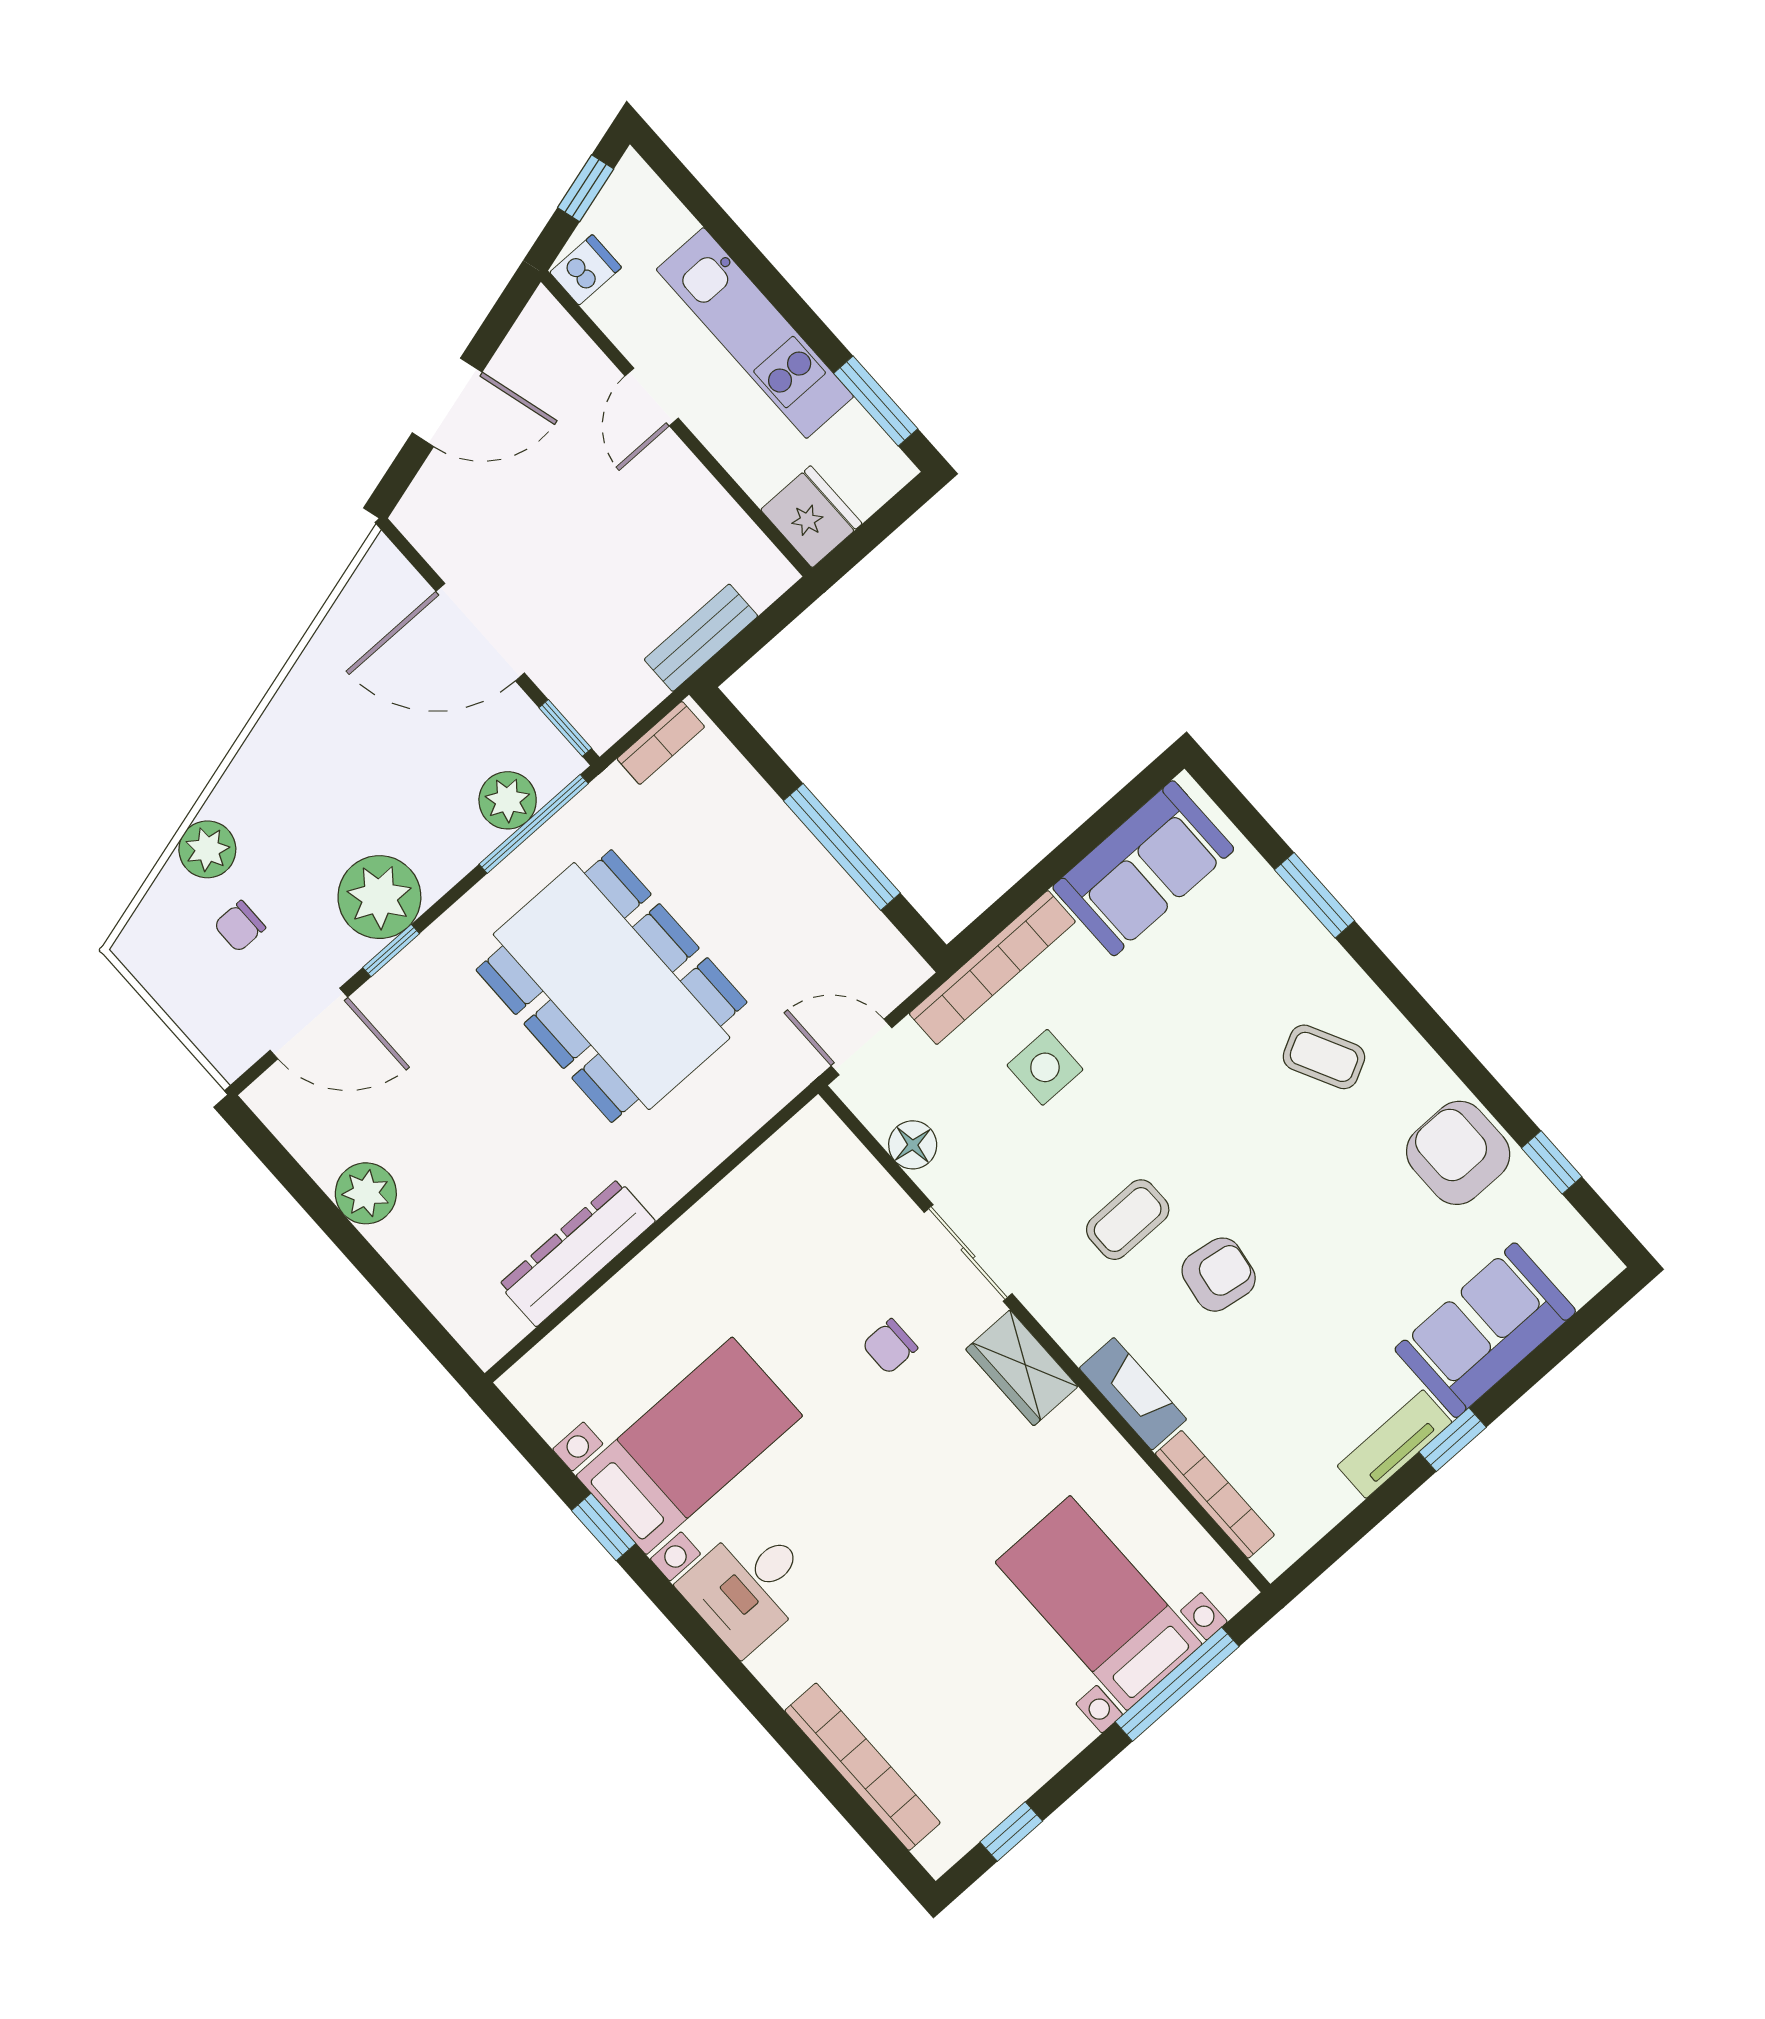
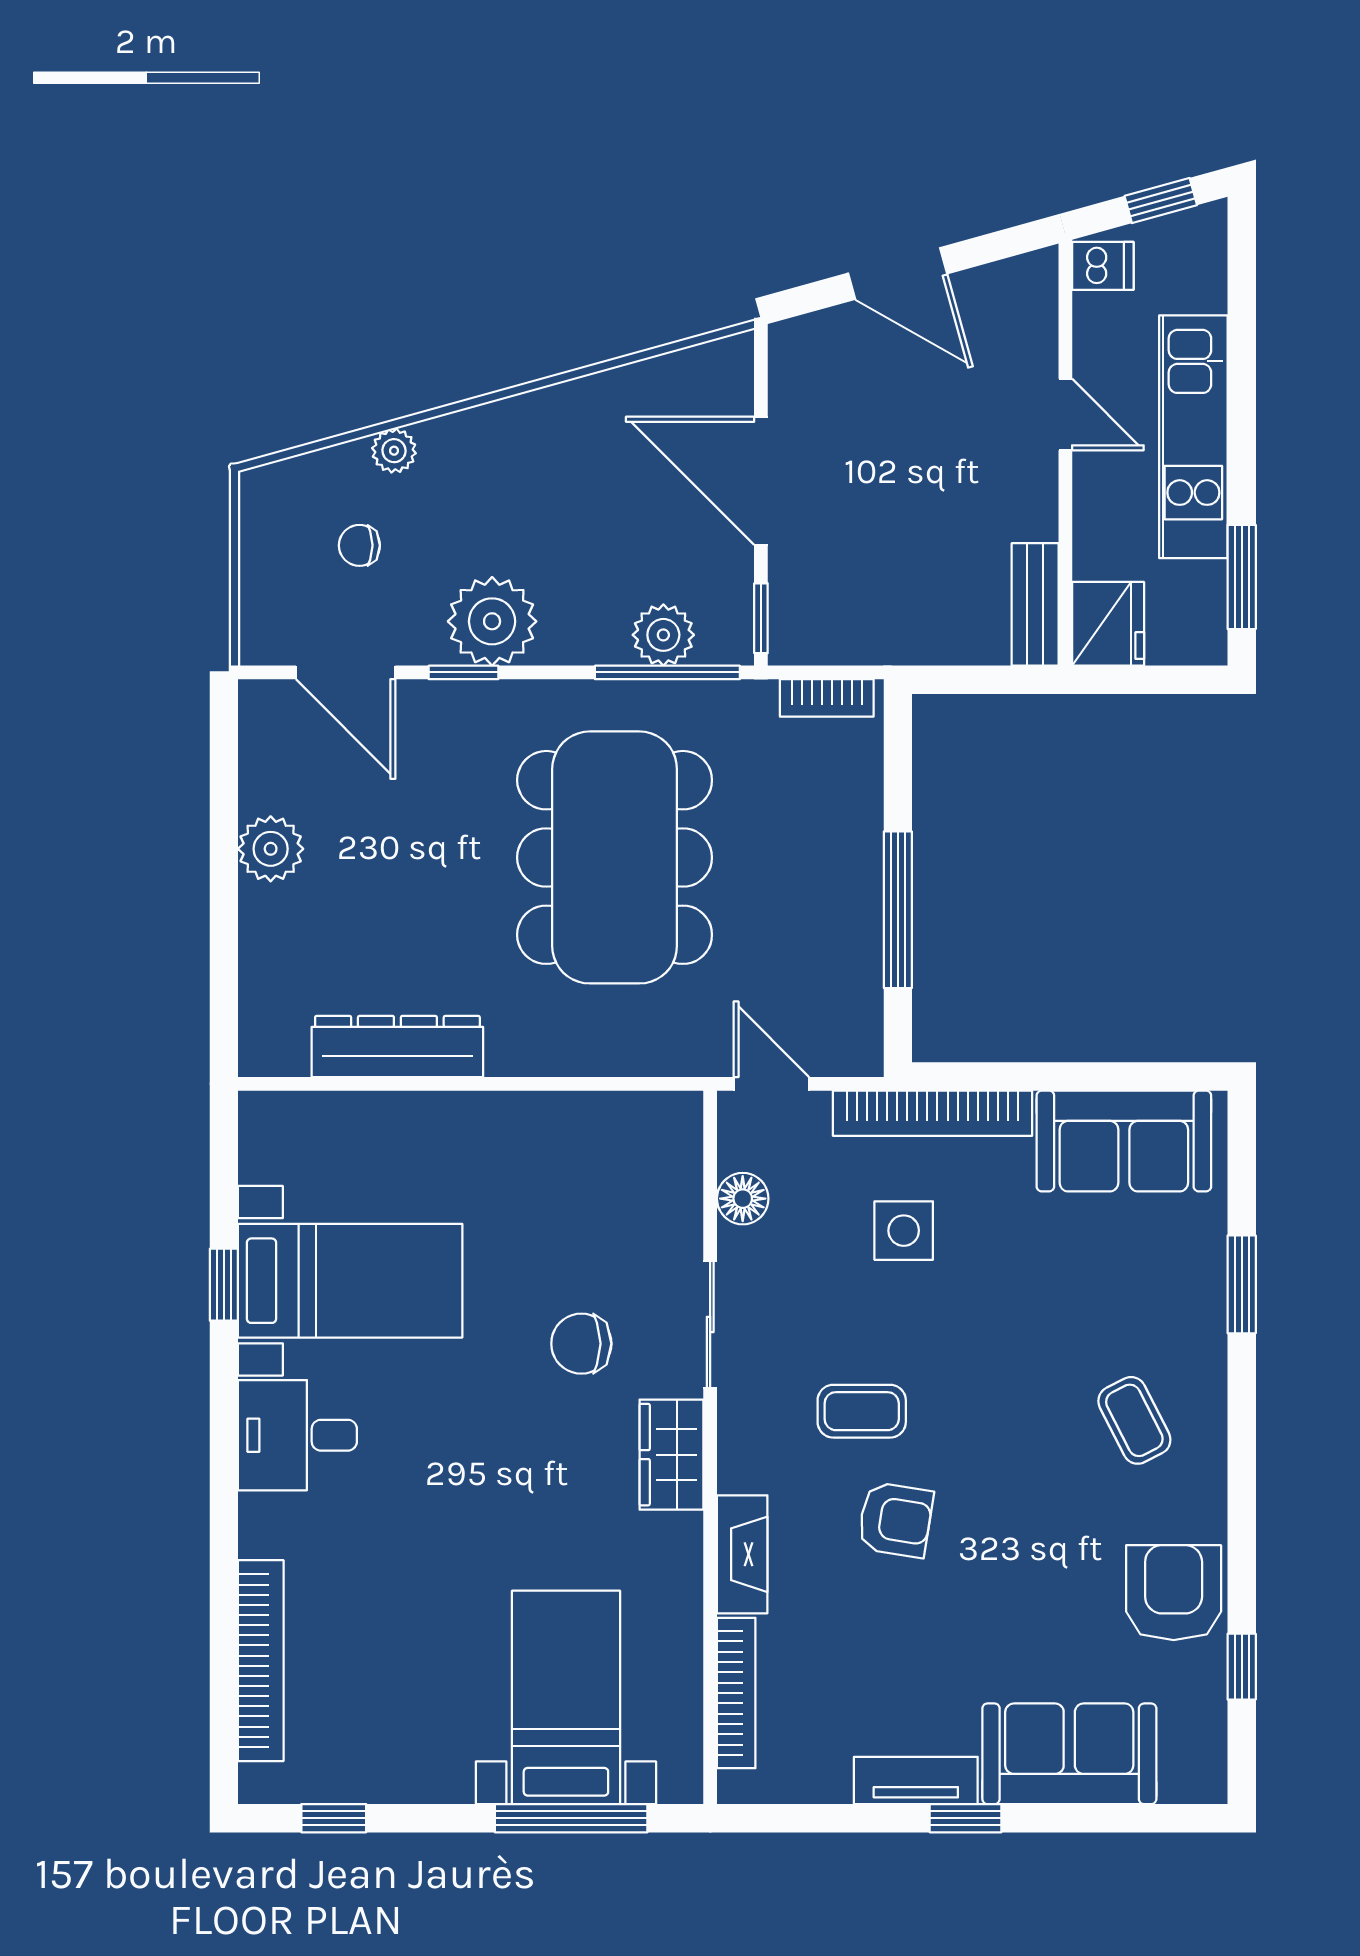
door: (652, 397) -> (1065, 415), swing flipped
bench: (701, 638) -> (1035, 604), moved, turned 90
plant: (207, 849) -> (394, 451), width x0.73, depth x0.73
chair: (890, 1346) -> (581, 1344), width x1.37, depth x1.37

